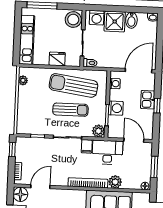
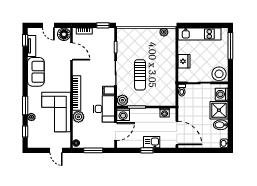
sun lounger: (73, 85) -> (161, 77), removed
washing machine: (116, 108) -> (123, 114), moved

